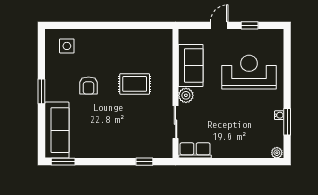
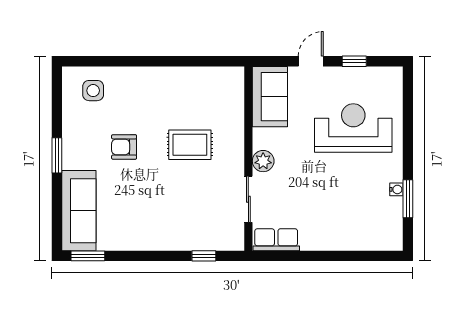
sofa: (191, 65) -> (270, 97), moved
armchair: (89, 85) -> (124, 147), turned 90
plant: (277, 153) -> (393, 243), removed

